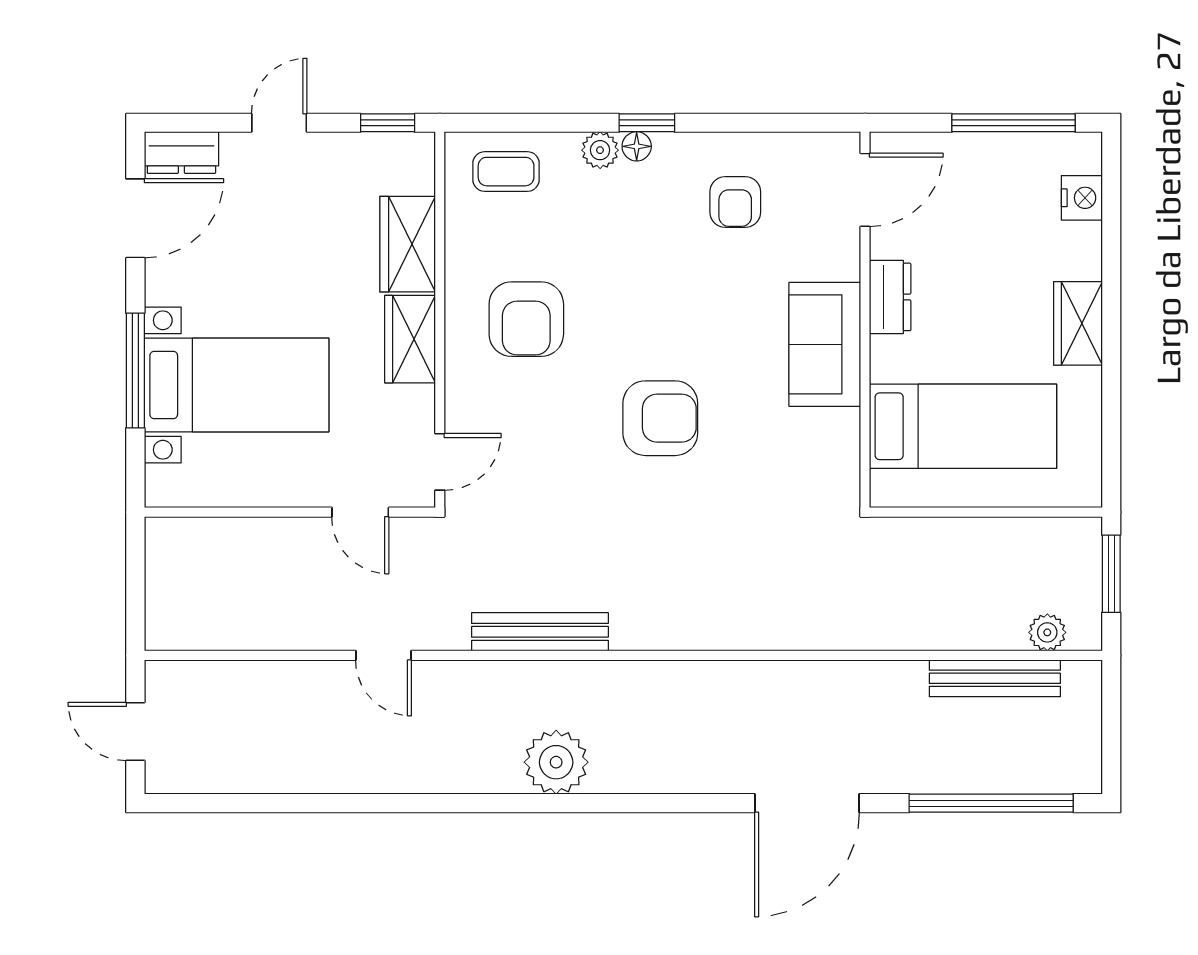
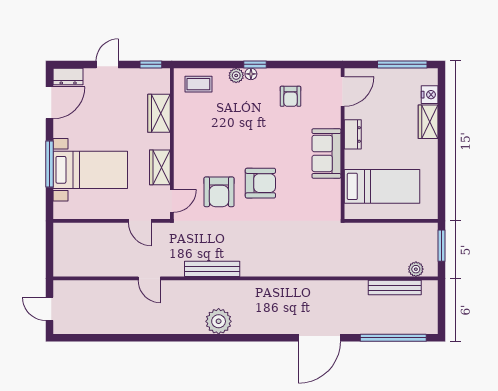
armchair: (526, 319) -> (219, 192), moved
wardrobe: (1078, 323) -> (428, 122), moved
wardrobe: (410, 339) -> (160, 167), moved

